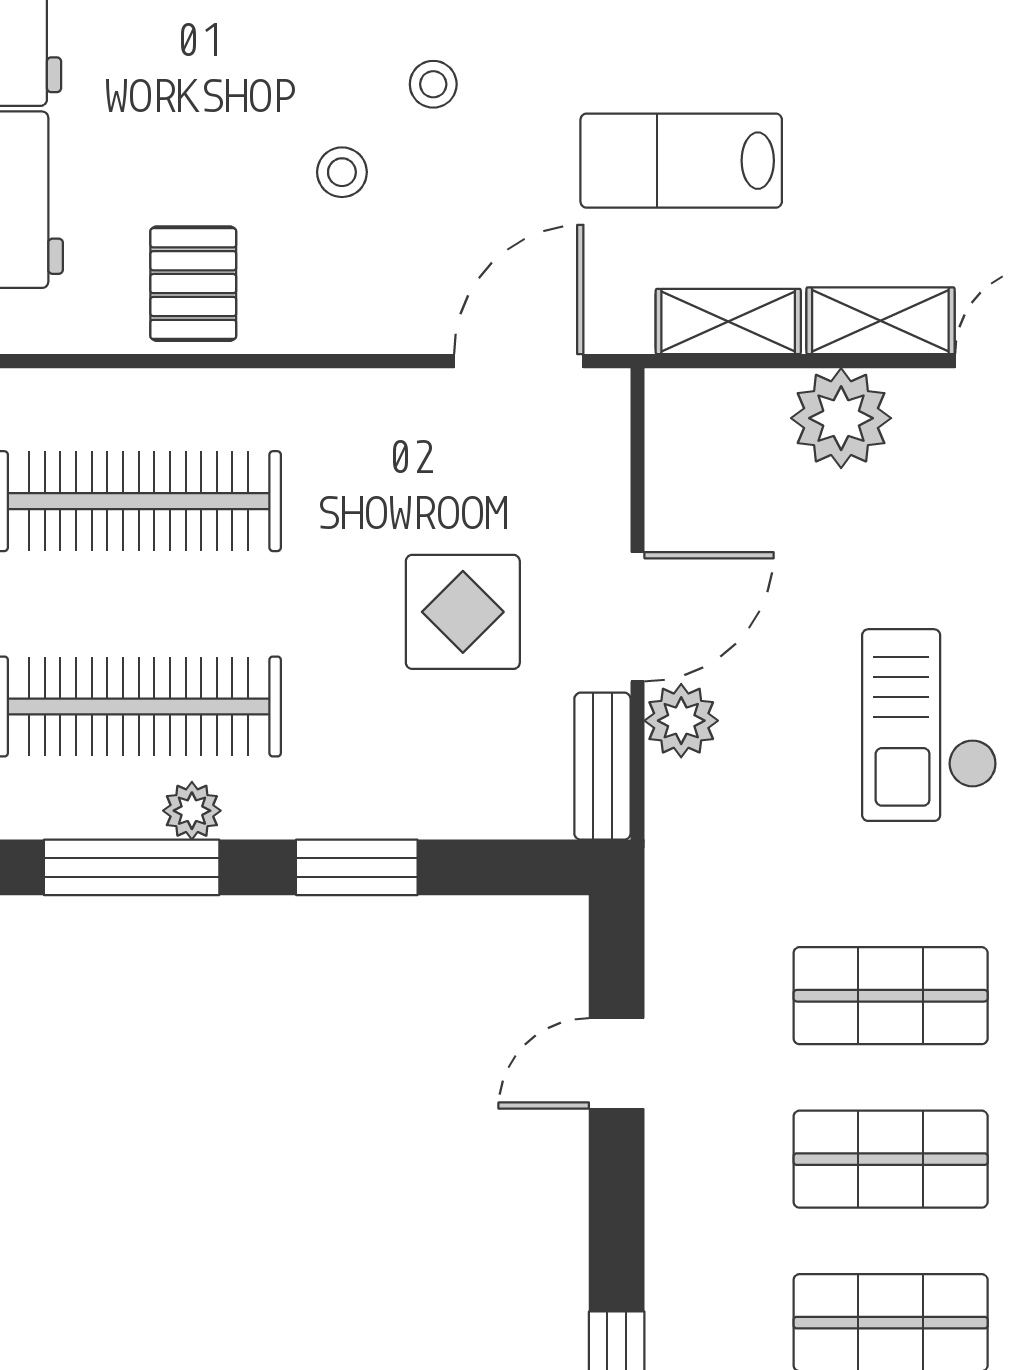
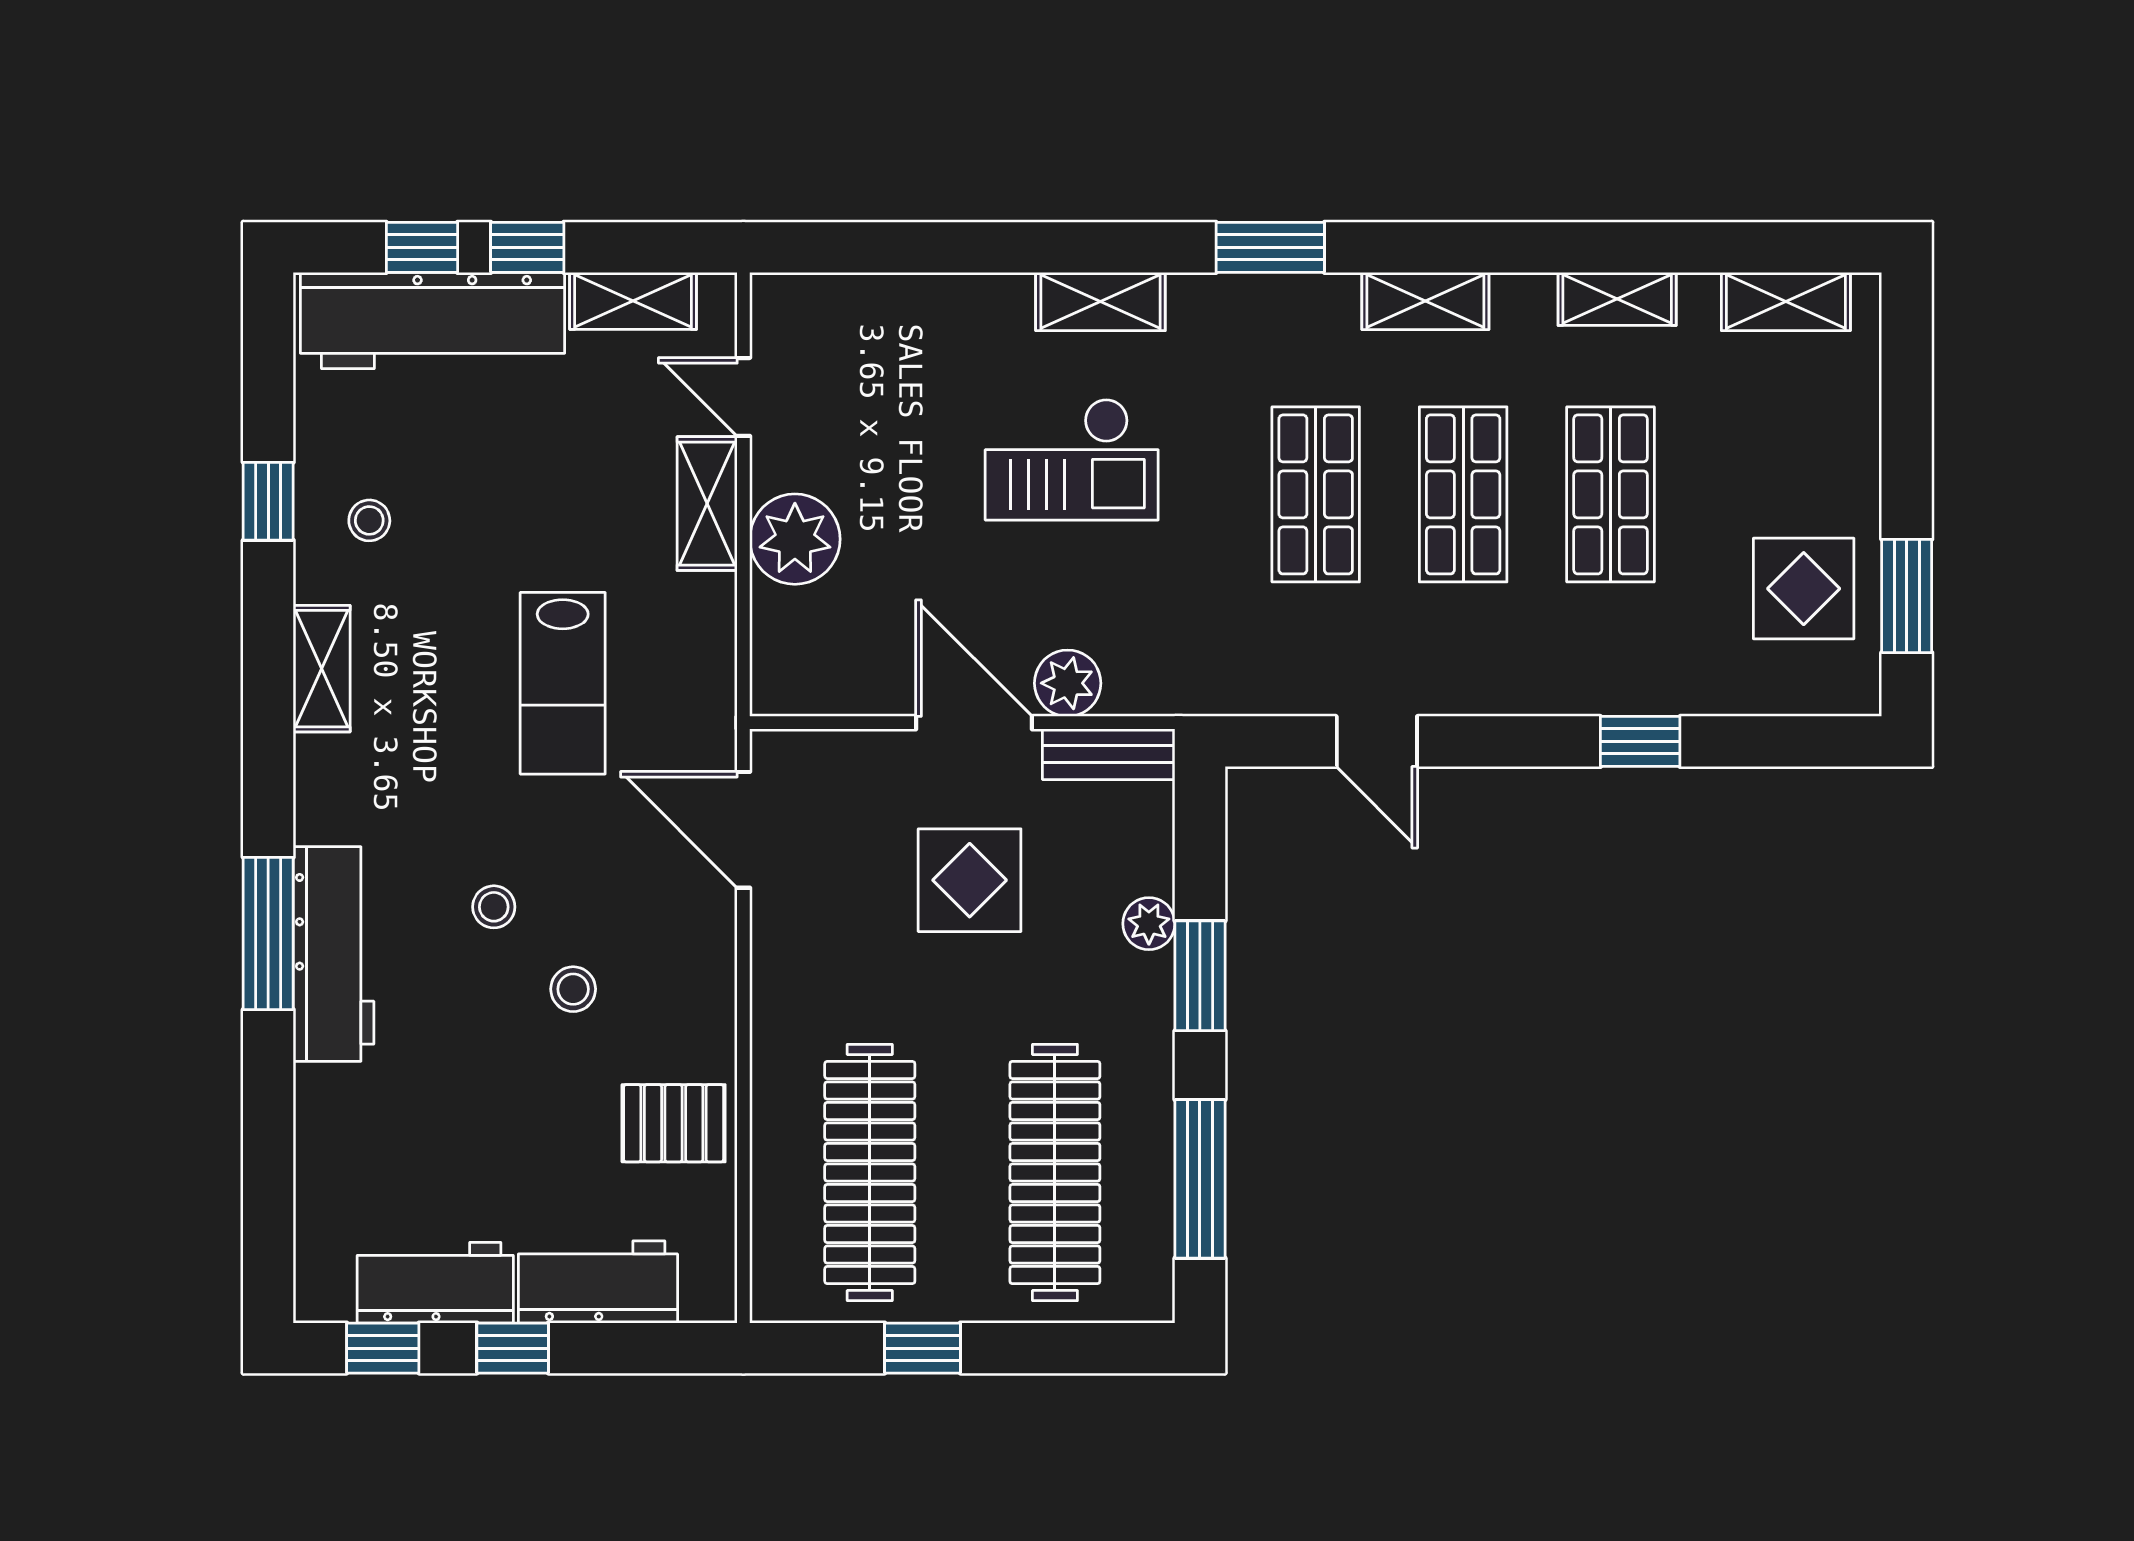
shelving: (728, 322) -> (708, 641), removed
plant: (192, 811) -> (1149, 924), moved

